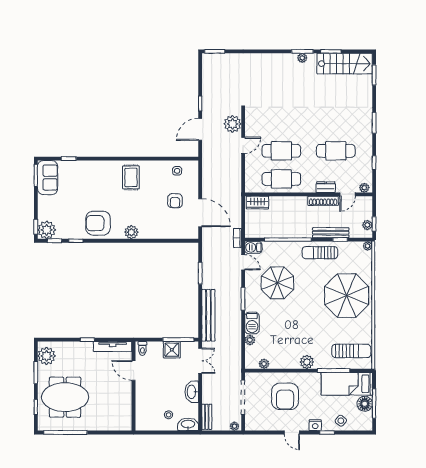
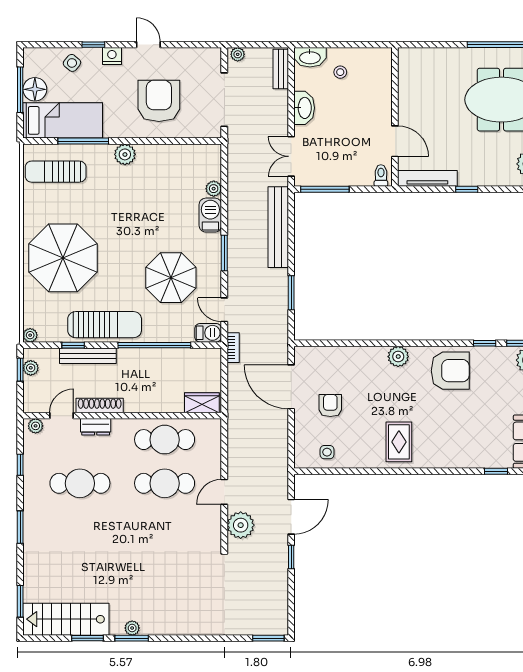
sun lounger: (320, 253) -> (105, 325), width x1.36, depth x1.34
shower: (172, 350) -> (335, 173), removed
plant: (264, 364) -> (192, 152), removed

